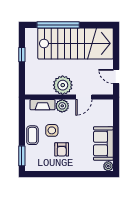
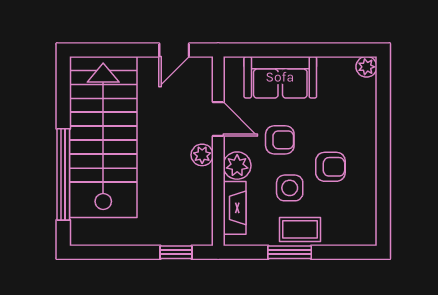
window: (22, 55) -> (176, 252), moved
plant: (63, 85) -> (202, 155), width x0.53, depth x0.53
armchair: (74, 126) -> (280, 140), added
sofa: (103, 144) -> (280, 77), moved
window: (22, 156) -> (290, 252), moved

